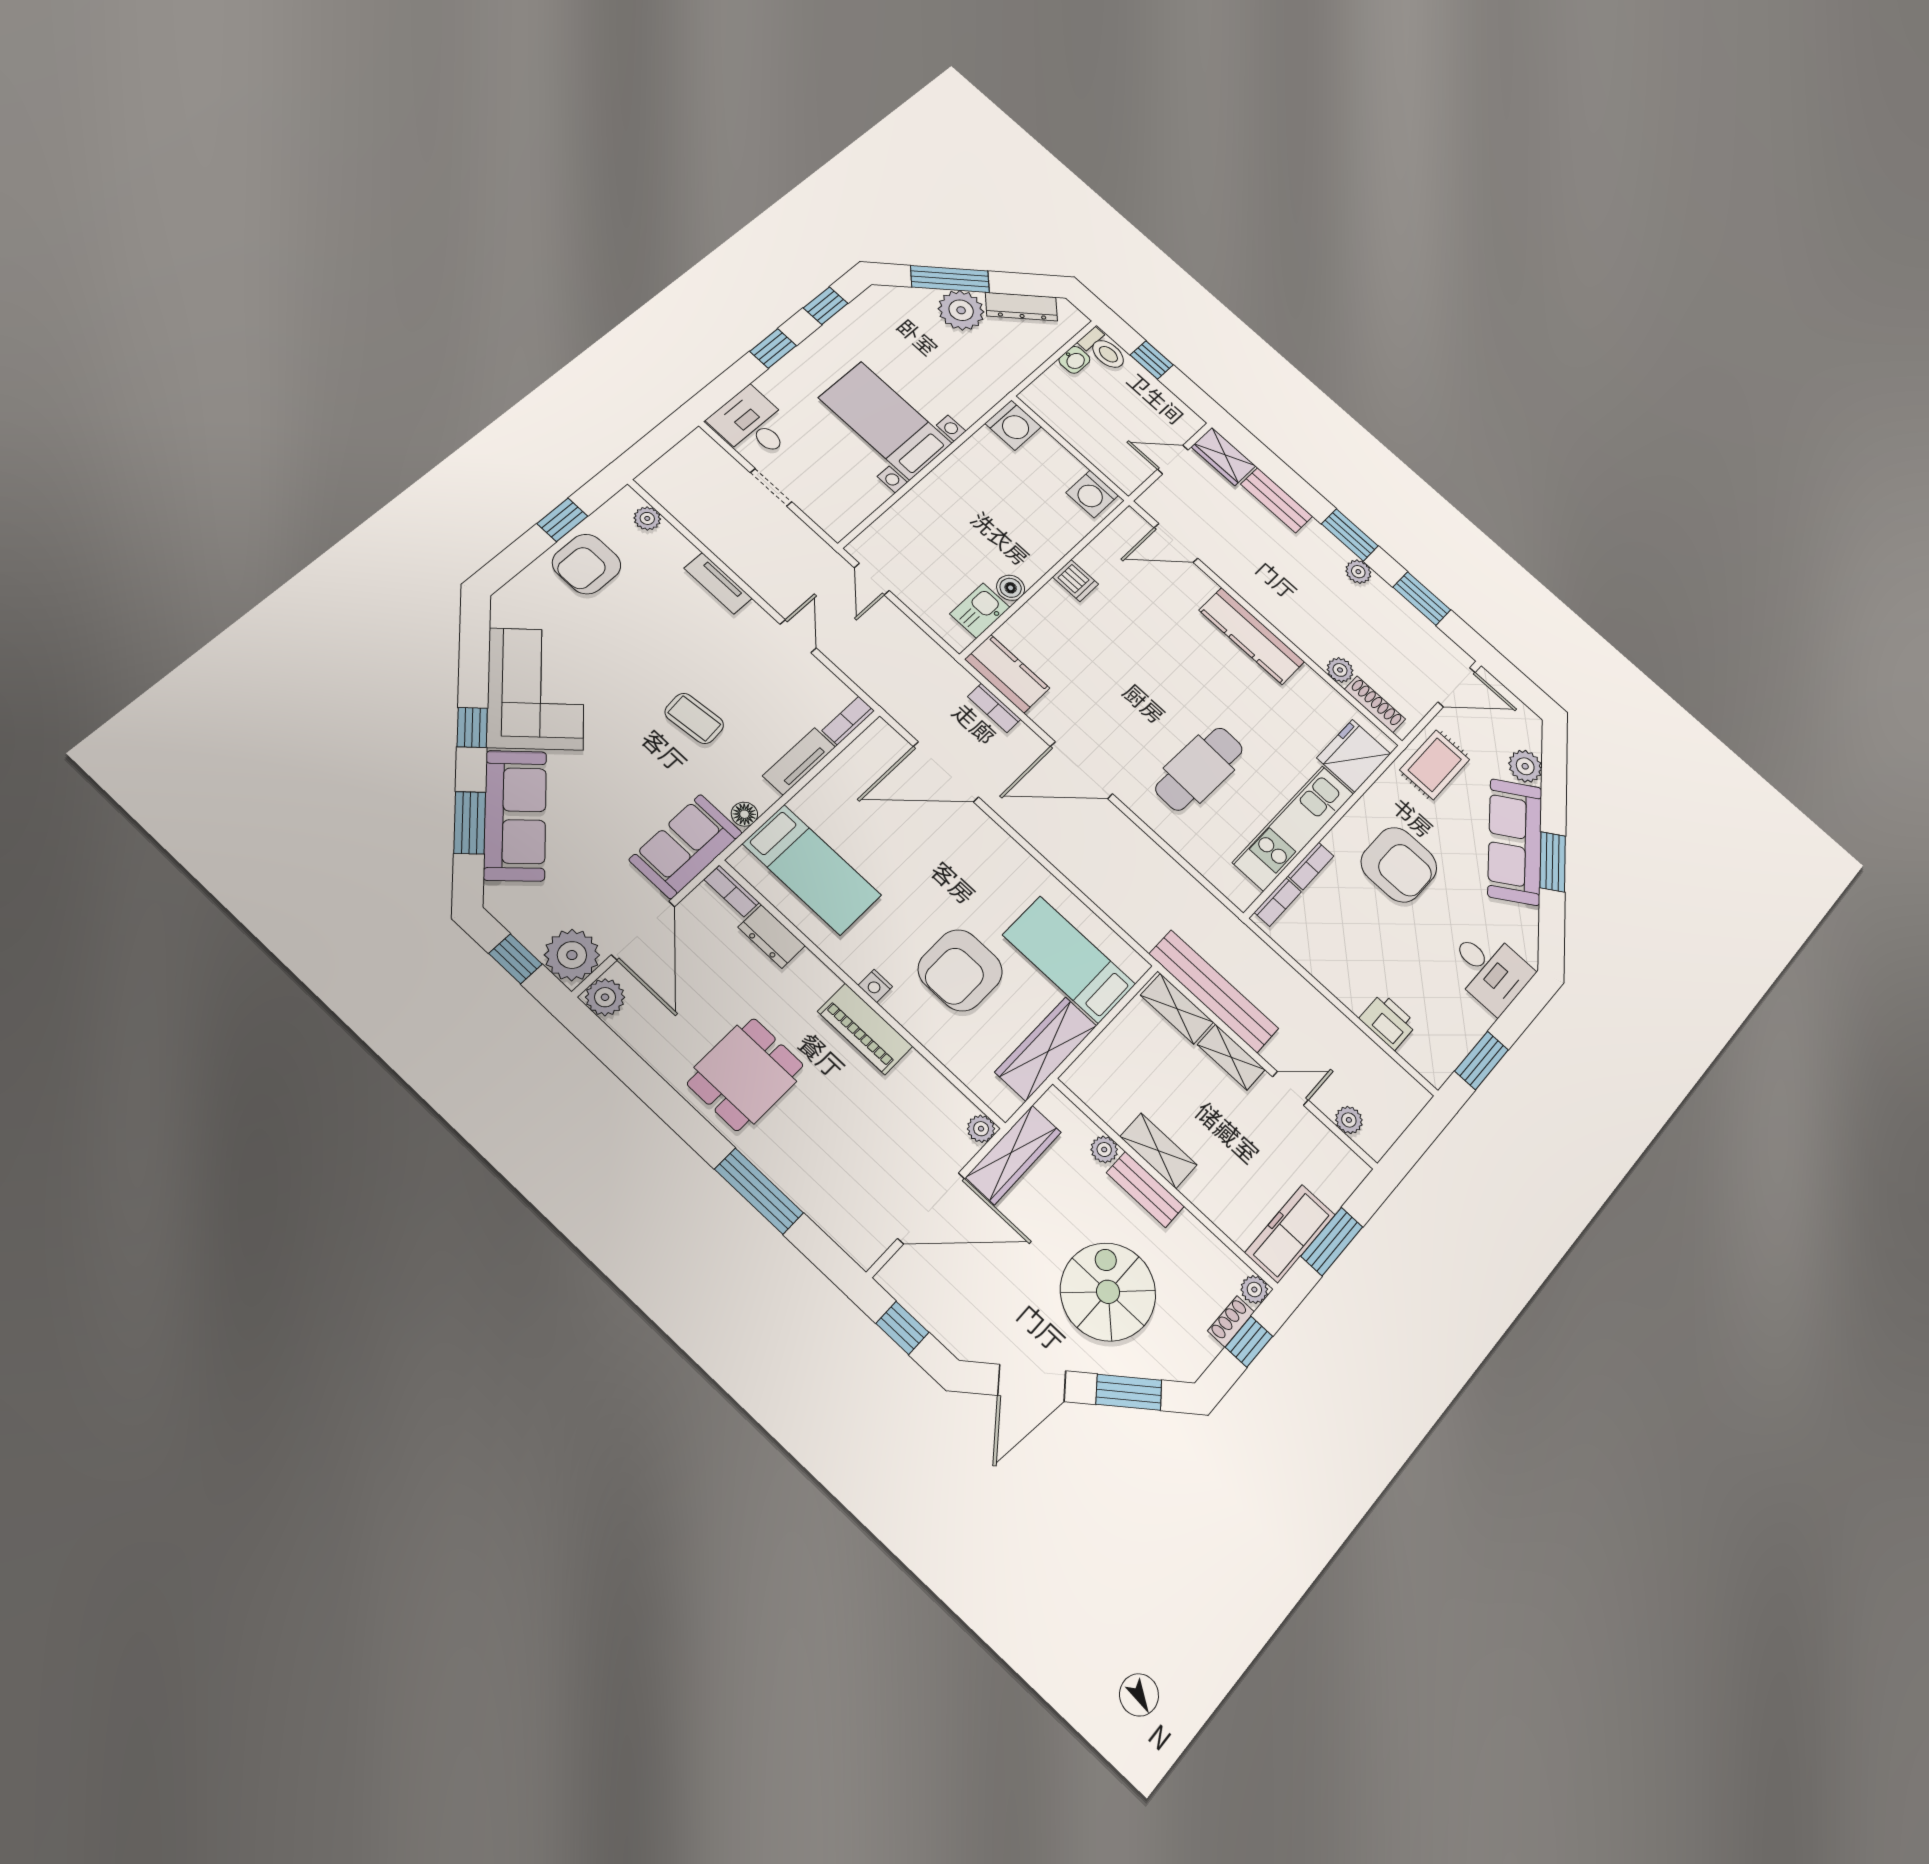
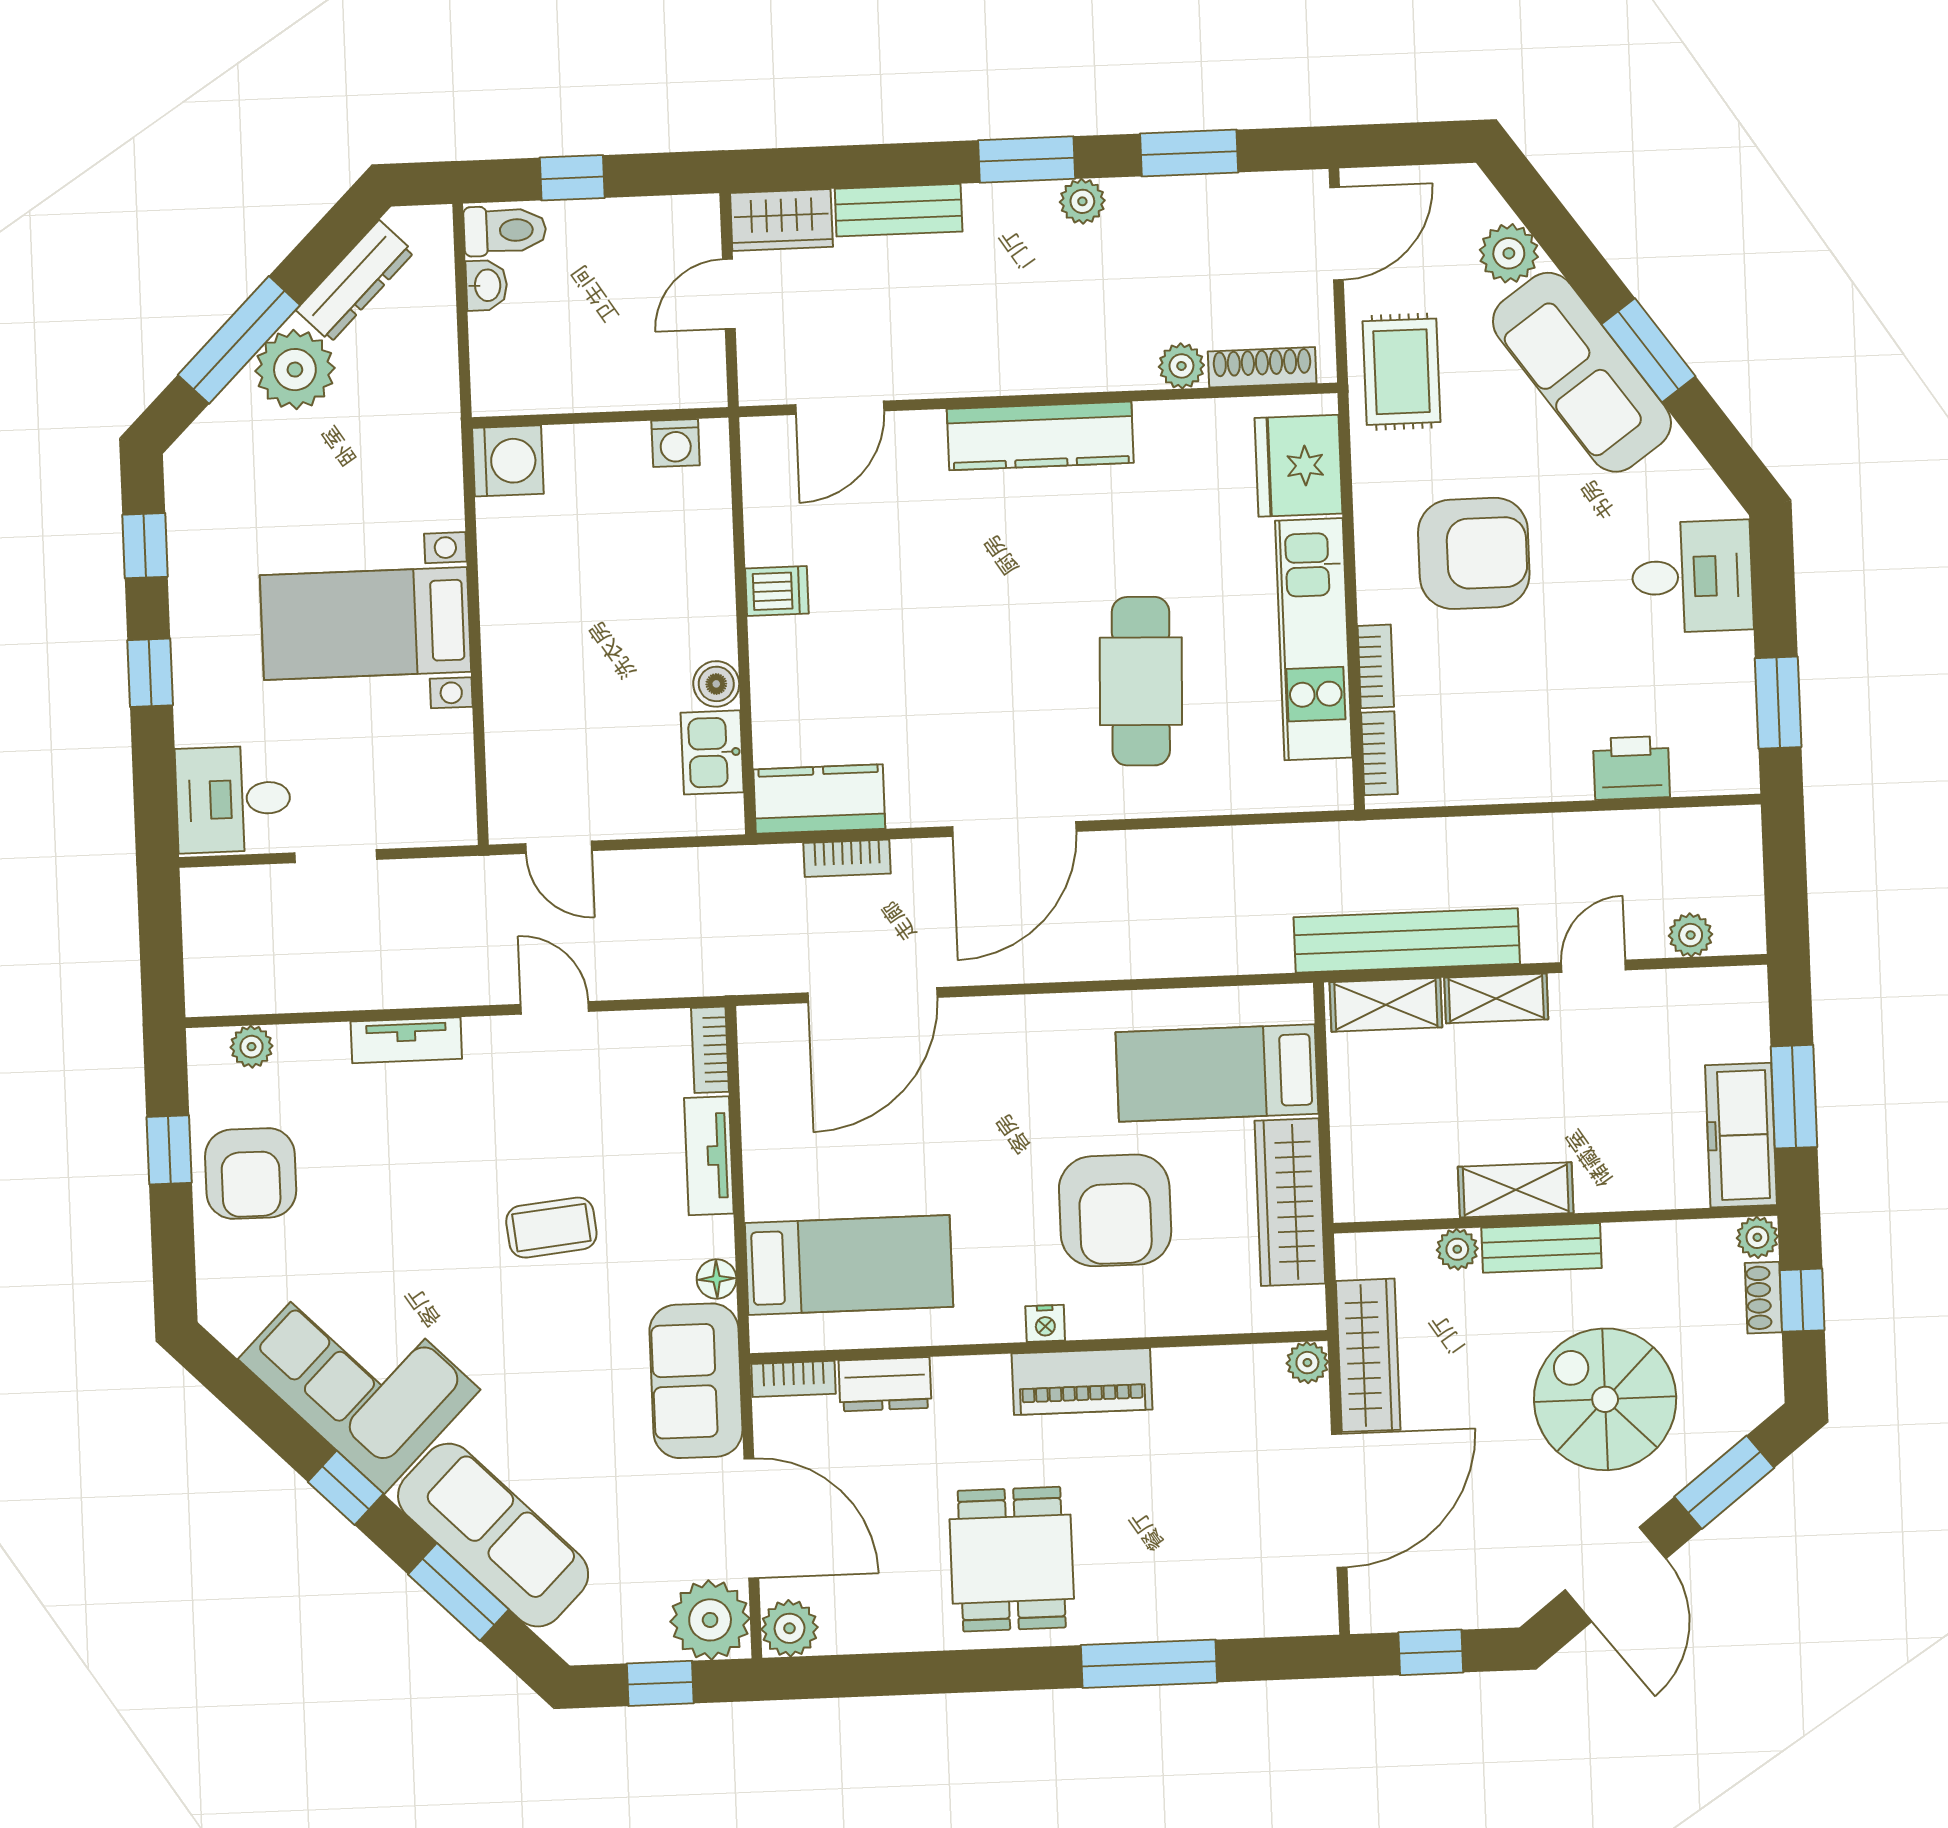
washing machine: (1092, 494) -> (676, 443), width x0.73, depth x0.73

